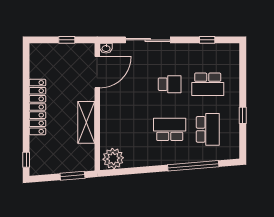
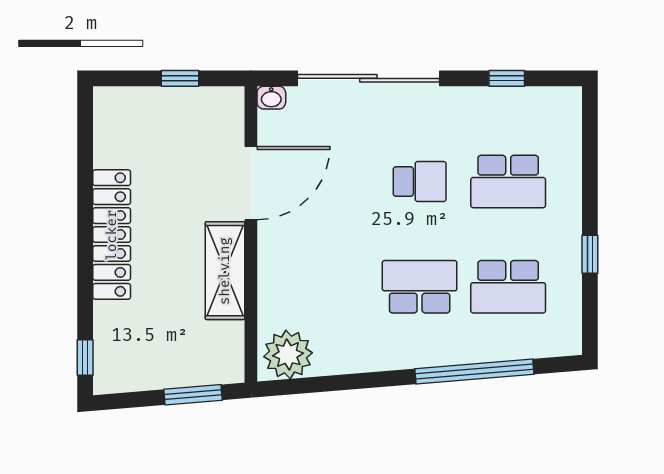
sliding door: (148, 40) -> (368, 78), width x1.36
door: (97, 72) -> (251, 183), moved
school desk: (208, 129) -> (508, 287), turned 90

